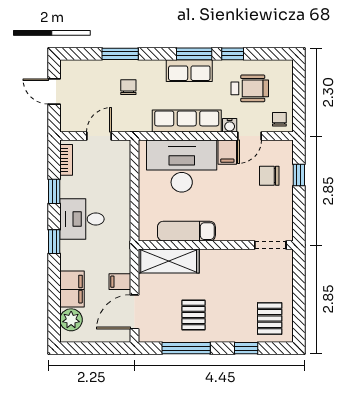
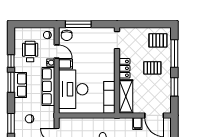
window: (299, 175) -> (78, 24), width x2.17
chair: (269, 176) -> (67, 35), moved
exam couch: (186, 231) -> (109, 97), moved
locker: (219, 258) -> (124, 68), added
pallet: (193, 315) -> (152, 68), moved
window: (186, 348) -> (174, 87), width x0.69
window: (246, 348) -> (174, 53), width x2.17

